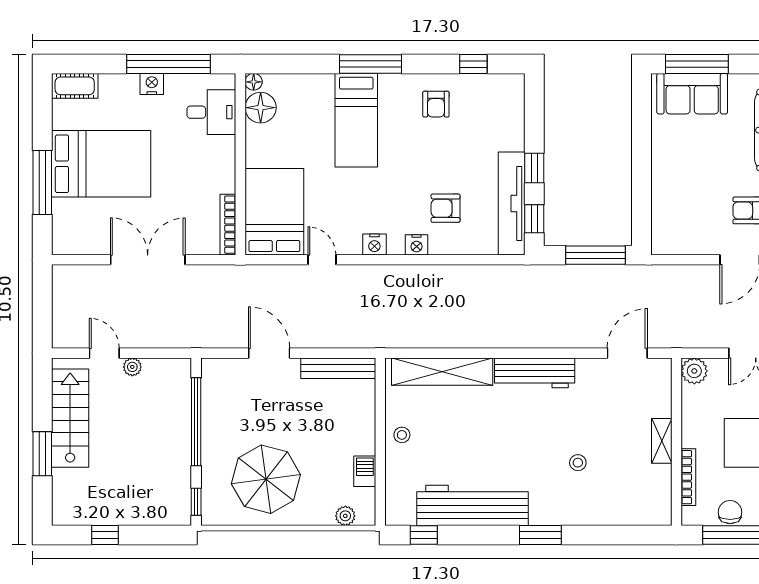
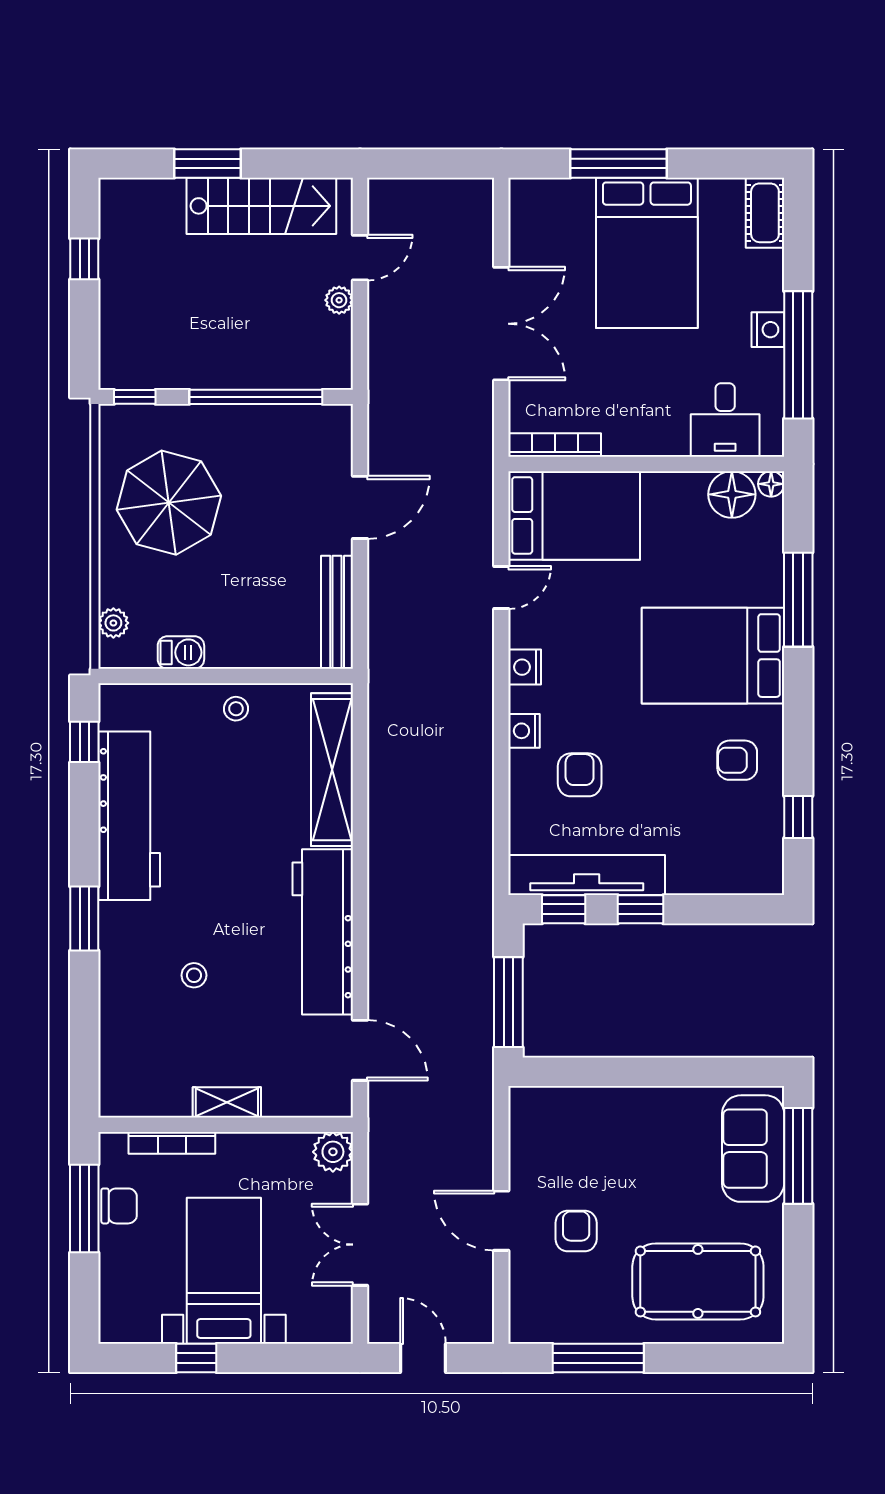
window: (371, 64) -> (798, 600), moved
bed: (356, 120) -> (713, 656), width x1.50
workbench: (535, 373) -> (323, 932), width x1.36, depth x1.32

